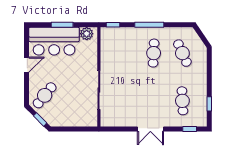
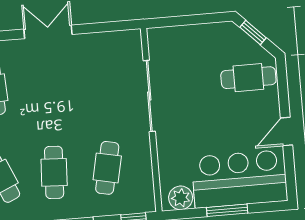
cafe table: (125, 53) -> (107, 168), added
cafe table: (45, 95) -> (248, 78), turned 51

